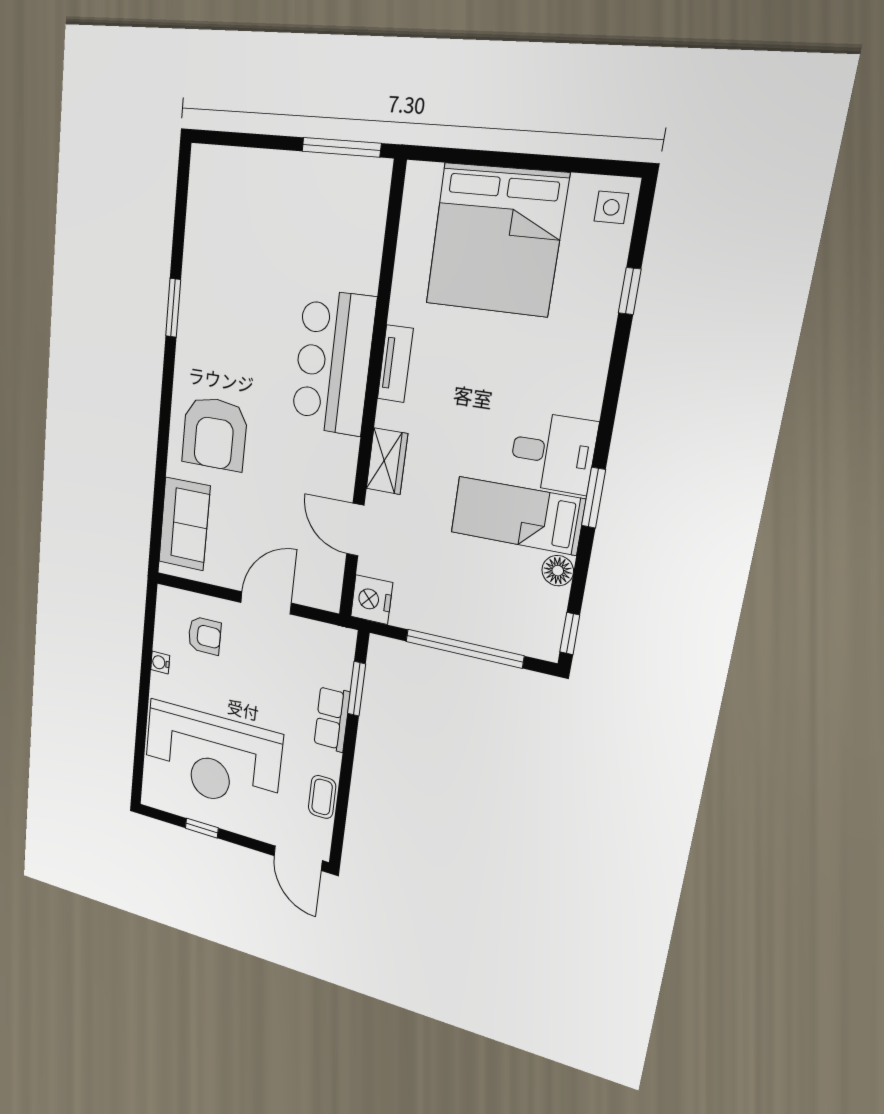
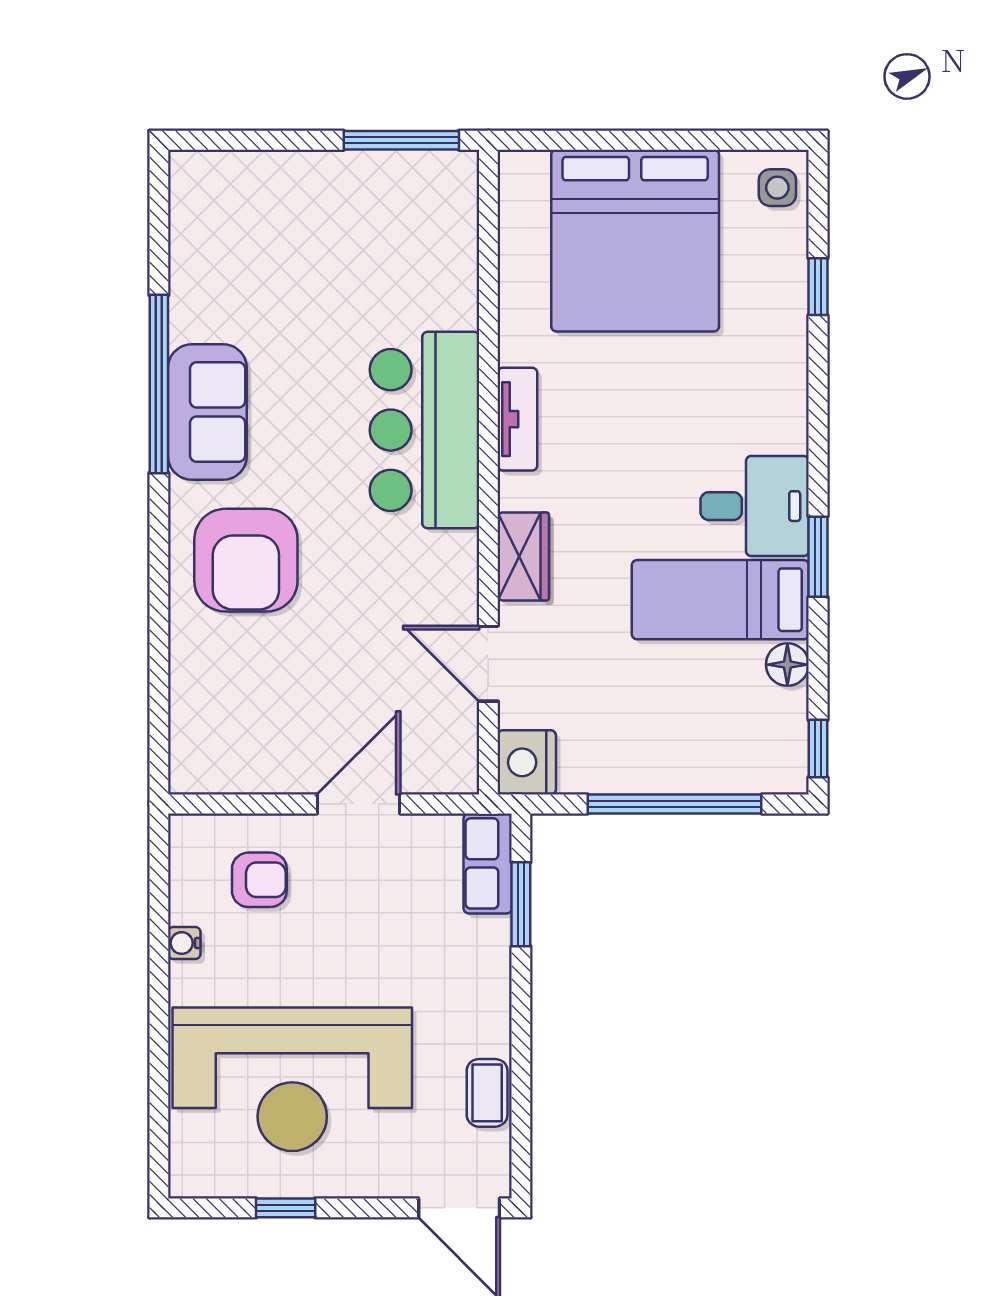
window: (173, 308) -> (159, 384), width x2.11
sofa: (184, 524) -> (207, 412), moved
row of seats: (332, 719) -> (488, 863), moved

